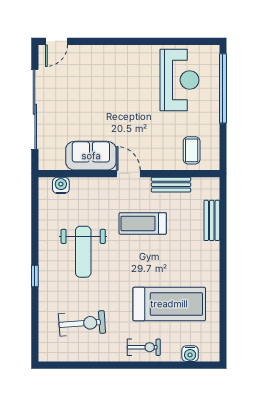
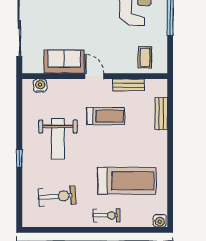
treadmill: (143, 223) -> (106, 116), turned 180
water cooler: (190, 354) -> (160, 221), moved

